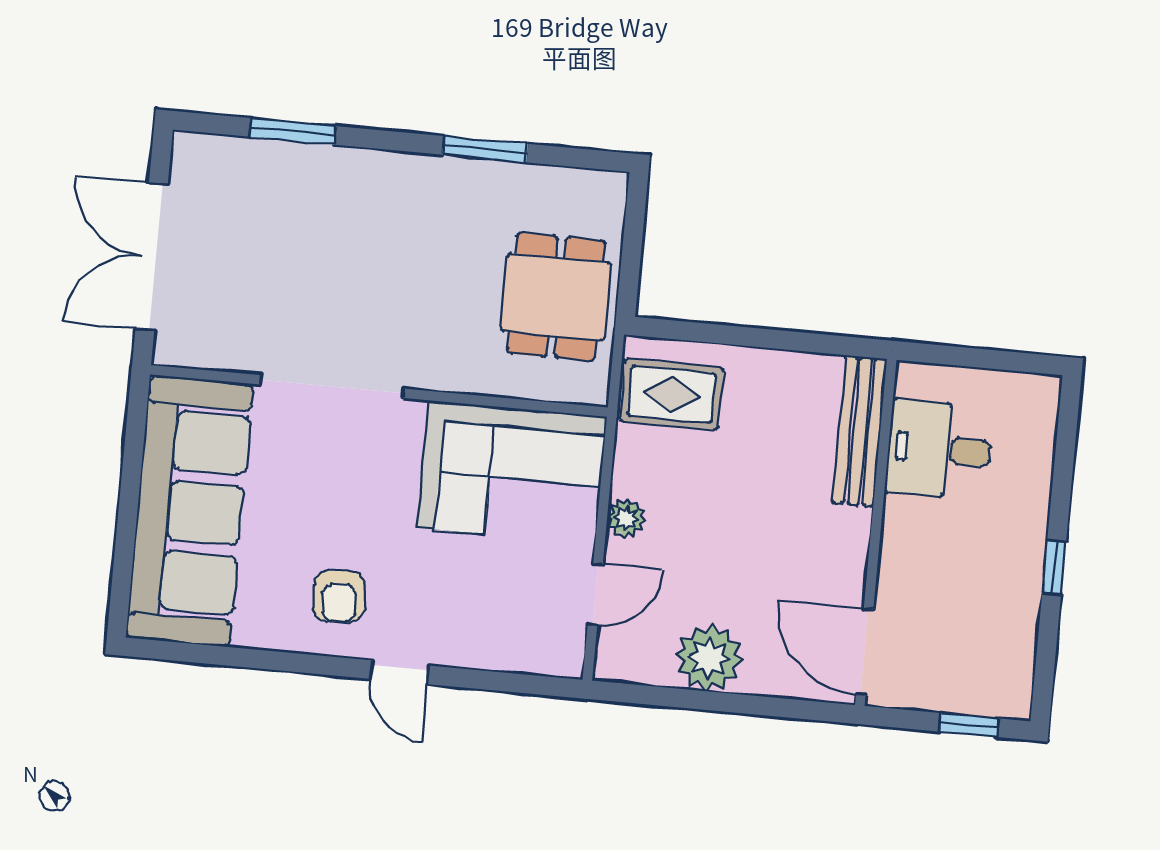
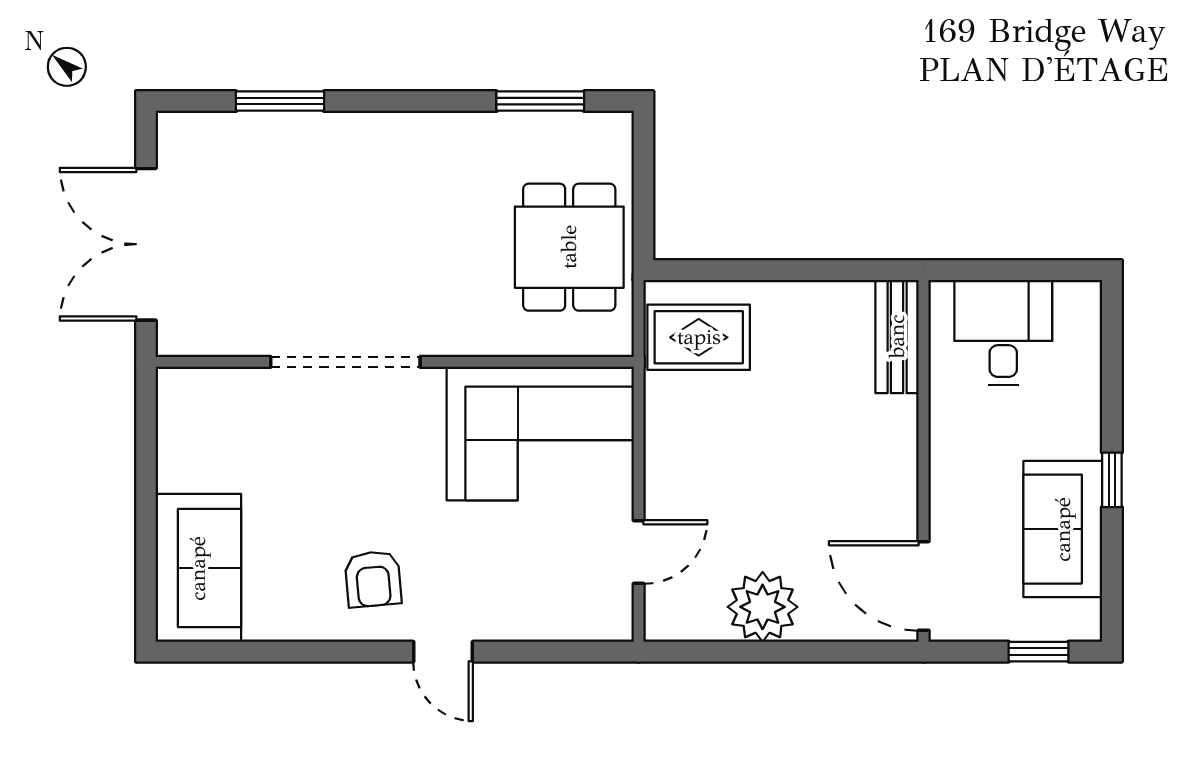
window: (485, 149) -> (540, 101), moved
bench: (860, 431) -> (897, 336), width x0.73
desk: (939, 449) -> (1003, 333), moved, turned 90
sofa: (190, 511) -> (198, 568), width x0.54, depth x0.79
plant: (626, 518) -> (663, 470), removed
sofa: (1003, 610) -> (1063, 529), added

